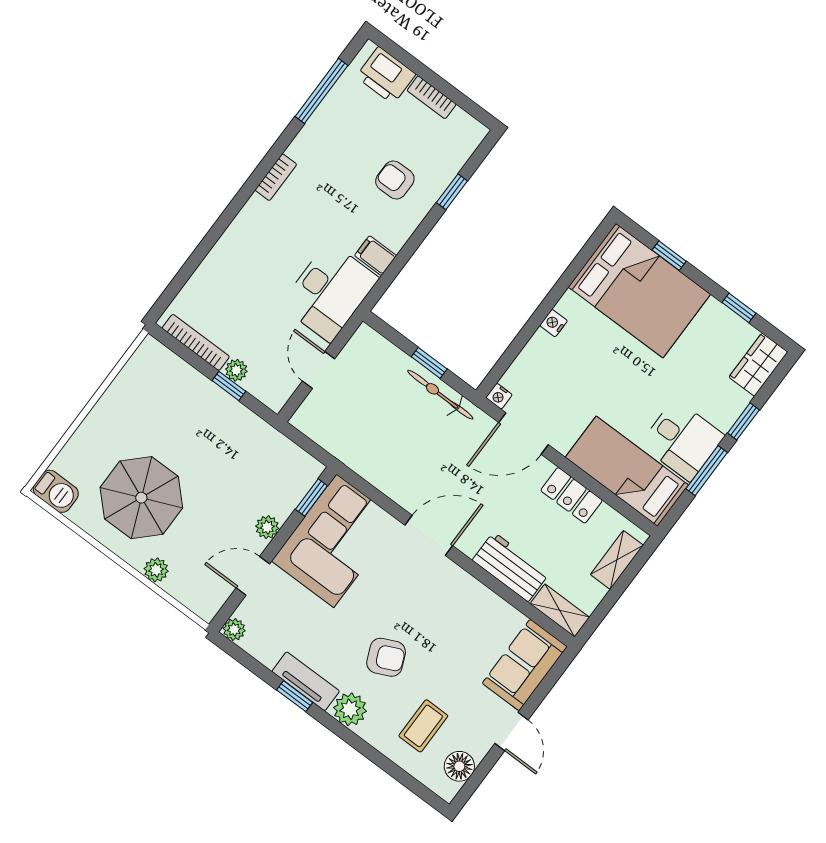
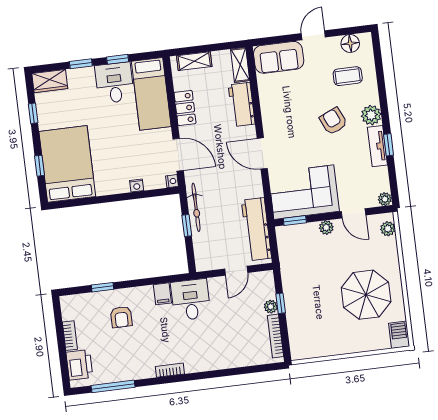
desk: (329, 292) -> (191, 300), width x0.73
nightstand: (554, 323) -> (137, 185), moved
workbench: (345, 442) -> (256, 229), added
window: (707, 471) -> (118, 59), width x0.67
plant: (156, 570) -> (388, 229), moved

